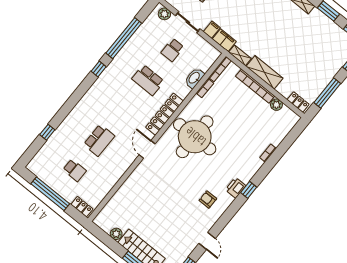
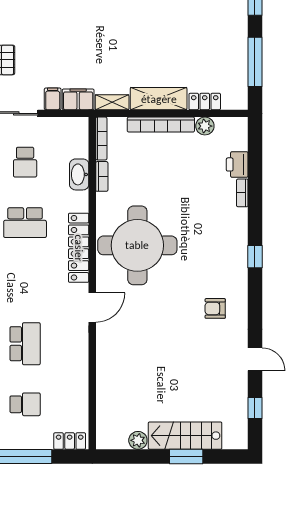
locker: (298, 102) -> (205, 102), moved
door: (147, 149) -> (92, 307), swing flipped
printer: (236, 188) -> (237, 164), moved

